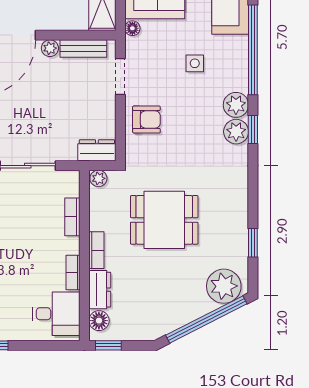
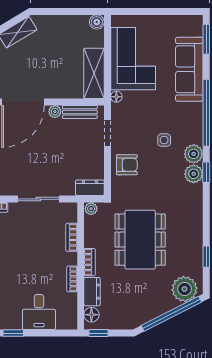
side table: (195, 63) -> (164, 140), moved
dining table: (164, 220) -> (140, 240), width x1.38
desk: (56, 314) -> (39, 312), moved, turned 90

